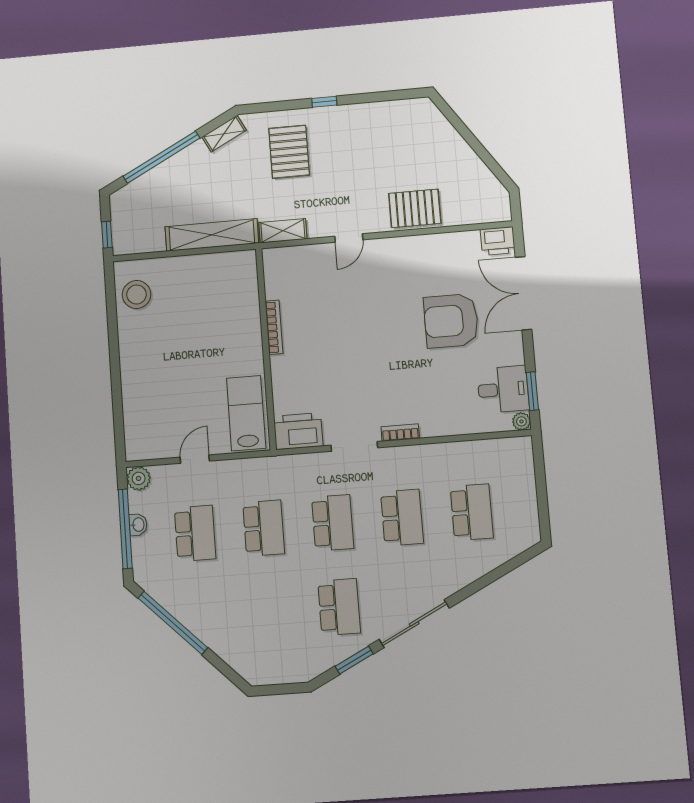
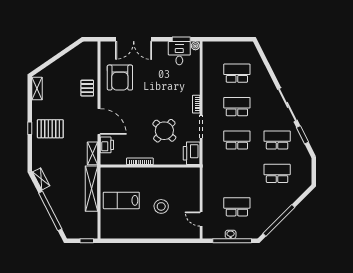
shelving: (405, 109) -> (37, 89), added
pallet: (289, 152) -> (50, 129), moved
pallet: (415, 208) -> (87, 88), width x0.67, depth x0.71
door: (349, 238) -> (99, 121), width x1.87
printer: (498, 241) -> (107, 145), moved
stool: (137, 294) -> (161, 206), moved
armchair: (451, 321) -> (120, 78), moved
round table: (340, 372) -> (164, 131), added
lab bench: (246, 413) -> (121, 200), moved
door: (195, 459) -> (201, 219), moved
plant: (139, 478) -> (208, 233), removed
school desk: (264, 528) -> (277, 173), moved

